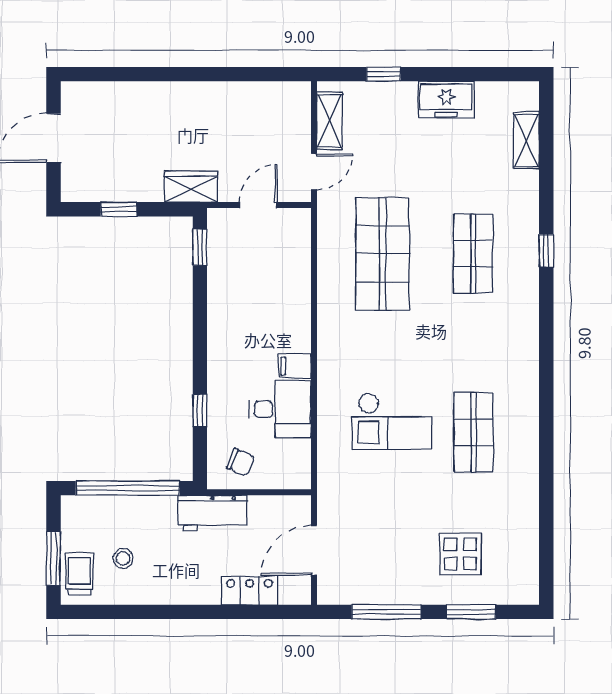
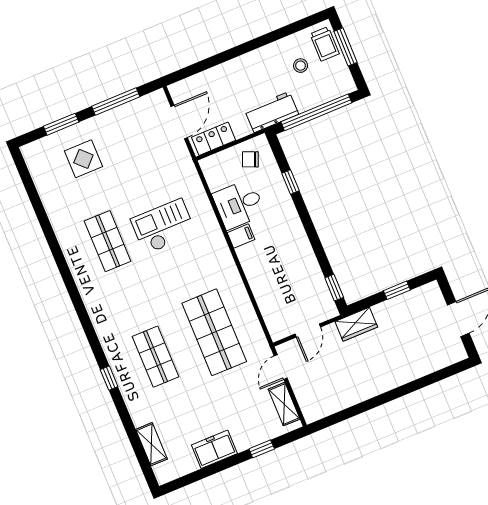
workbench: (213, 513) -> (272, 112), moved
locker: (250, 591) -> (214, 139), moved, turned 180

